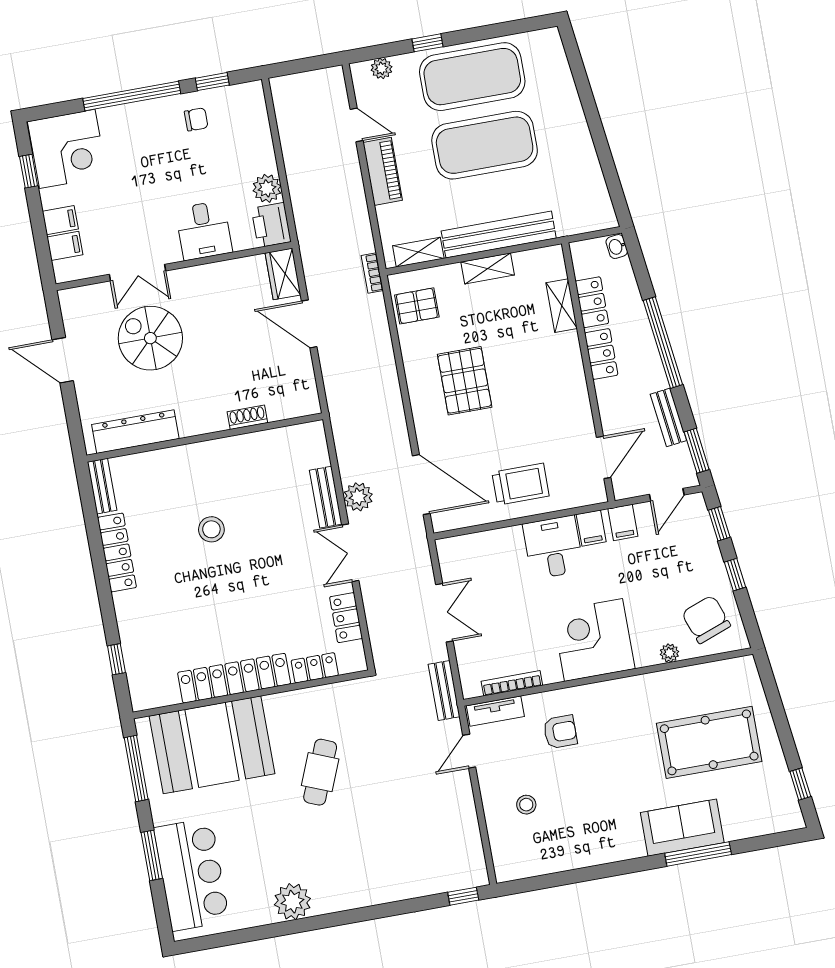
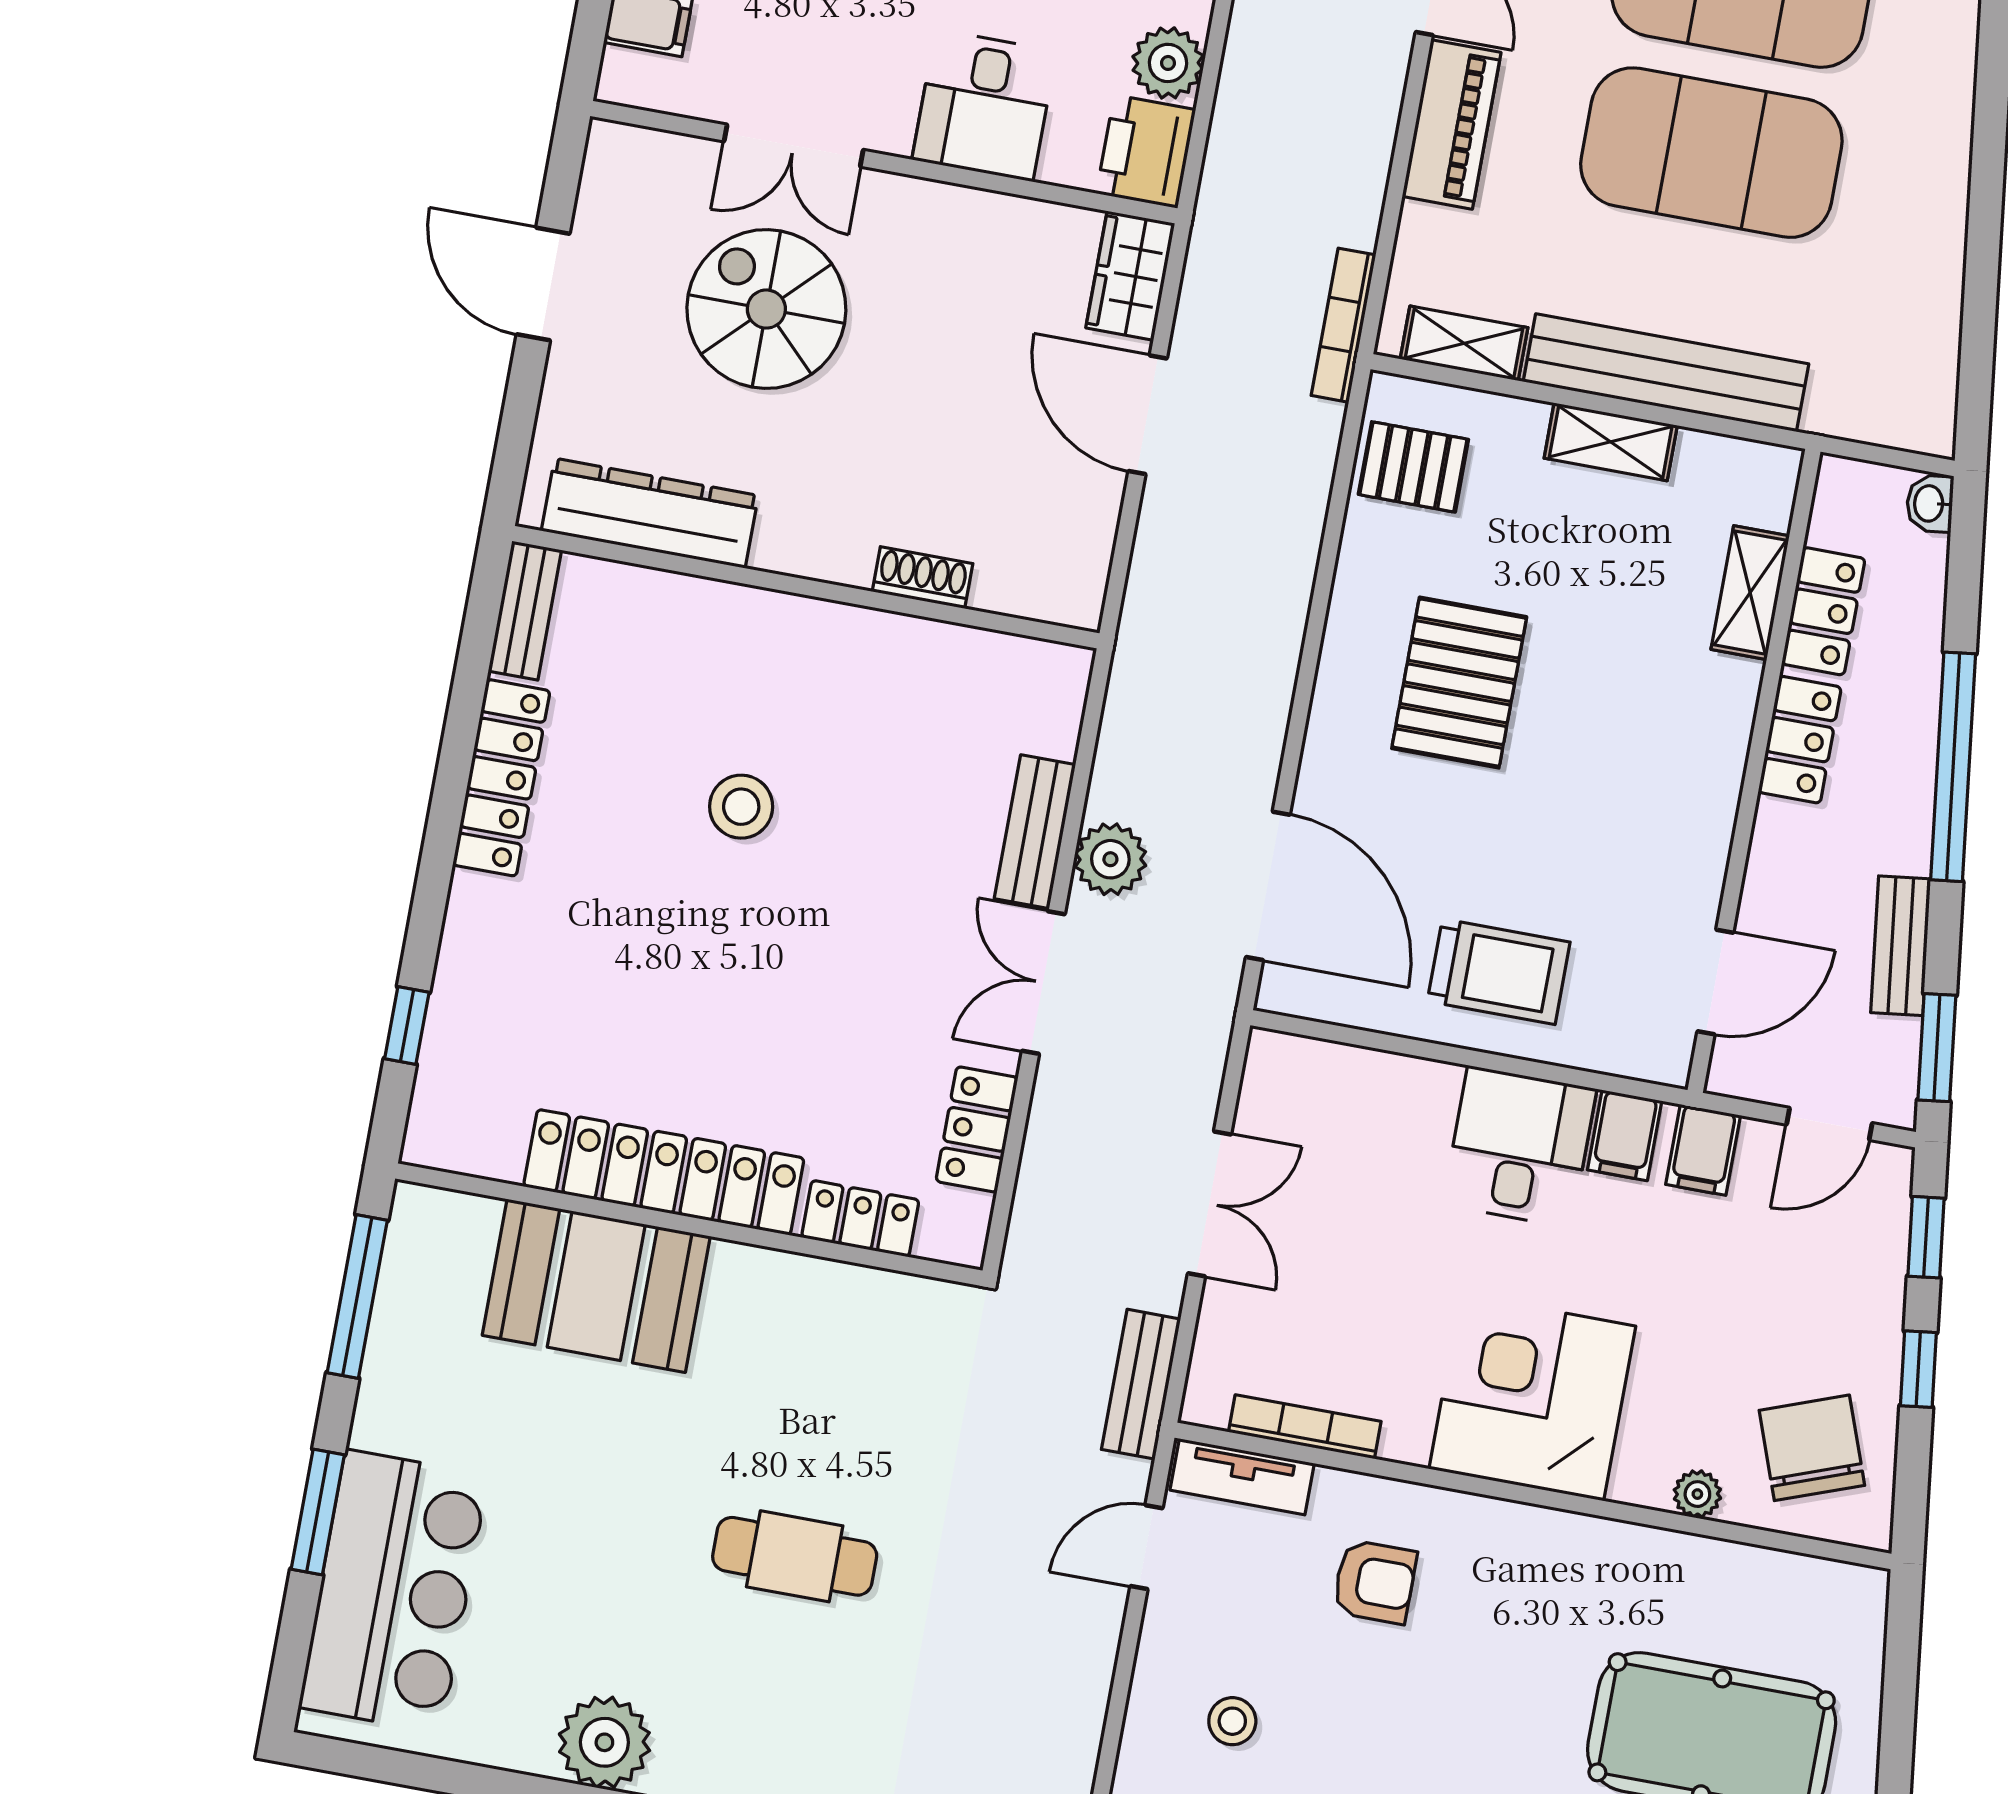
bookcase: (372, 273) -> (1344, 325), width x1.56
booth: (212, 745) -> (596, 1286), width x0.73, depth x0.70
cafe table: (320, 772) -> (795, 1556), moved, turned 68

